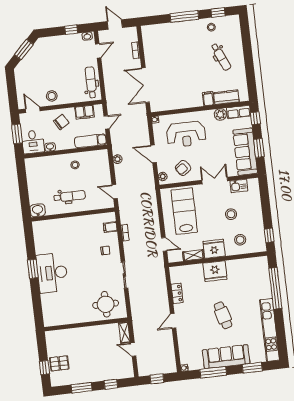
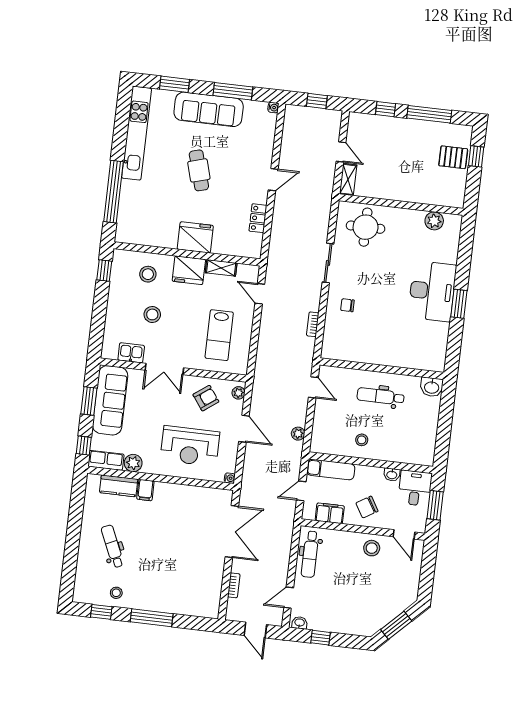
reception desk: (186, 134) -> (190, 446), turned 180
lab bench: (184, 211) -> (219, 335), width x0.73, depth x0.72
filing cabinet: (110, 227) -> (332, 337), removed
plant: (62, 319) -> (434, 221), added
window: (82, 388) -> (429, 114), width x1.44

